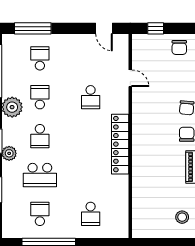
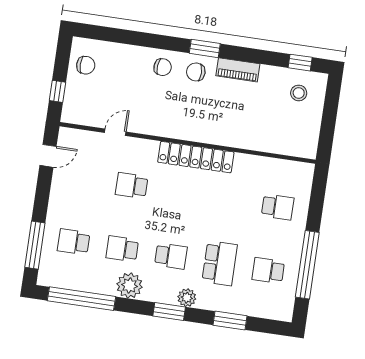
school desk: (91, 97) -> (132, 185), turned 180

